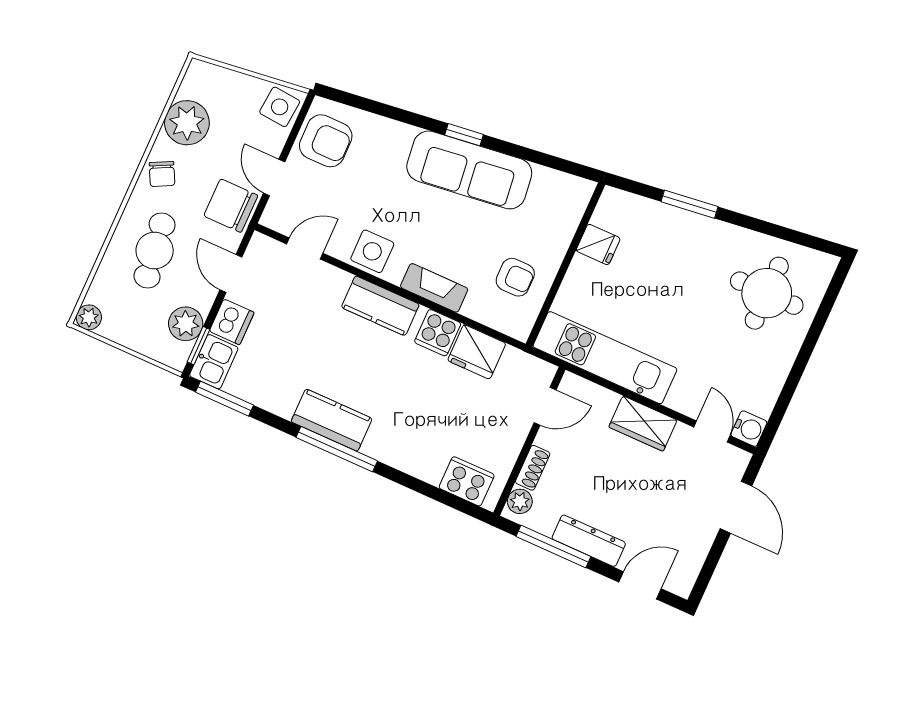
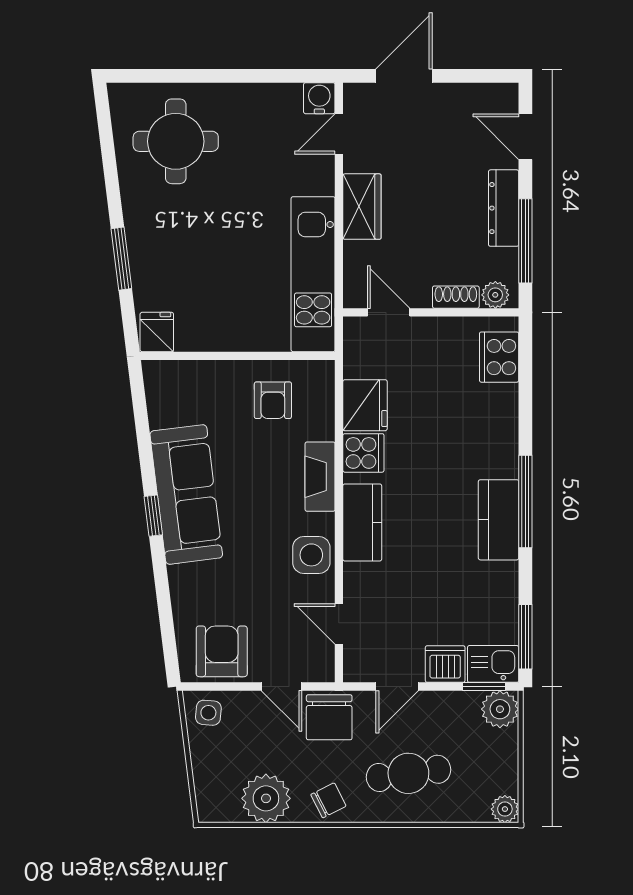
side table: (280, 107) -> (208, 713), width x0.73, depth x0.73
door: (274, 177) -> (281, 686), hinge flipped
fridge: (598, 244) -> (157, 332), moved
armchair: (515, 277) -> (273, 400), turned 180
plant: (186, 324) -> (500, 709), moved

